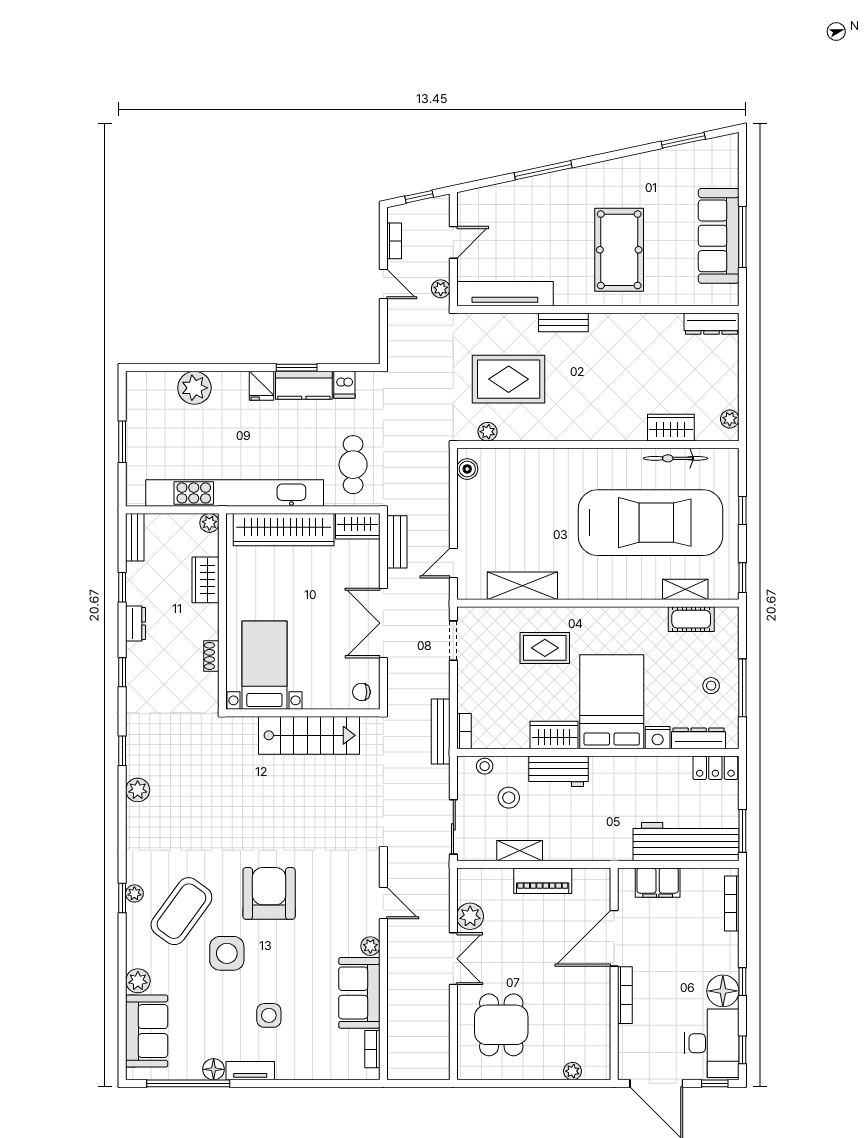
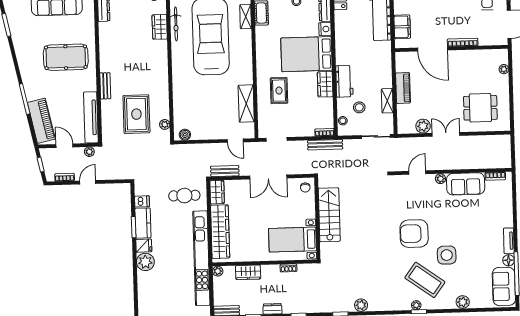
piano: (501, 200) -> (41, 121), added
plant: (194, 388) -> (145, 262), moved
side table: (269, 1015) -> (479, 232), removed
sofa: (147, 1031) -> (504, 286), moved, turned -90

